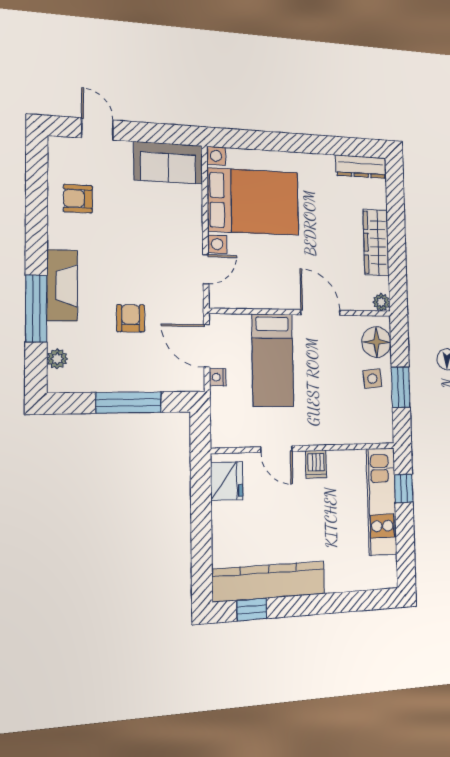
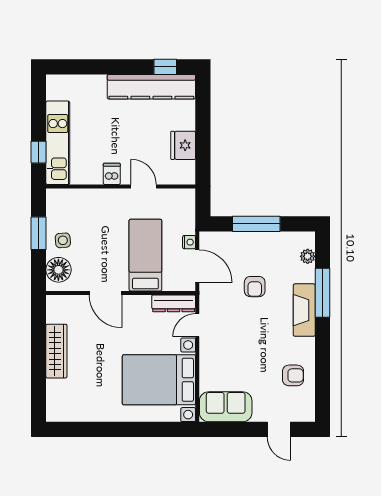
dresser: (361, 167) -> (174, 303), moved, turned 180
plant: (381, 302) -> (53, 302), removed
fridge: (227, 481) -> (183, 145), moved

